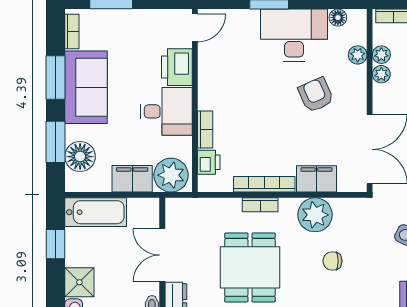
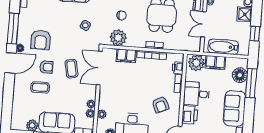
window: (56, 77) -> (249, 114), removed
armchair: (316, 95) -> (160, 104), moved
window: (56, 142) -> (251, 83), width x1.44
bathtub: (96, 212) -> (223, 47), moved
plant: (315, 215) -> (118, 38), moved
double door: (162, 255) -> (204, 24), swing flipped

